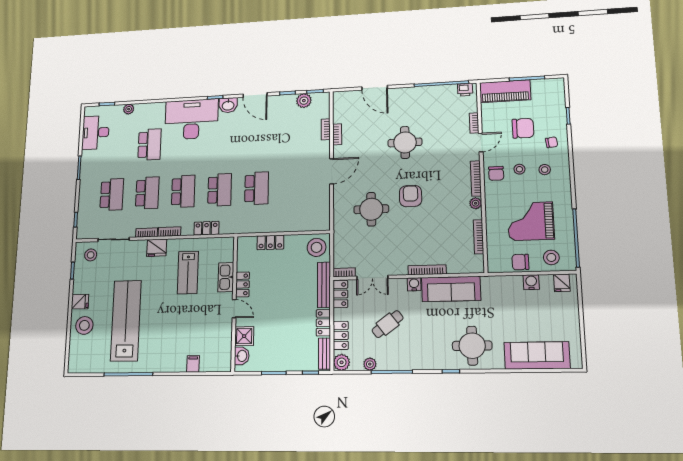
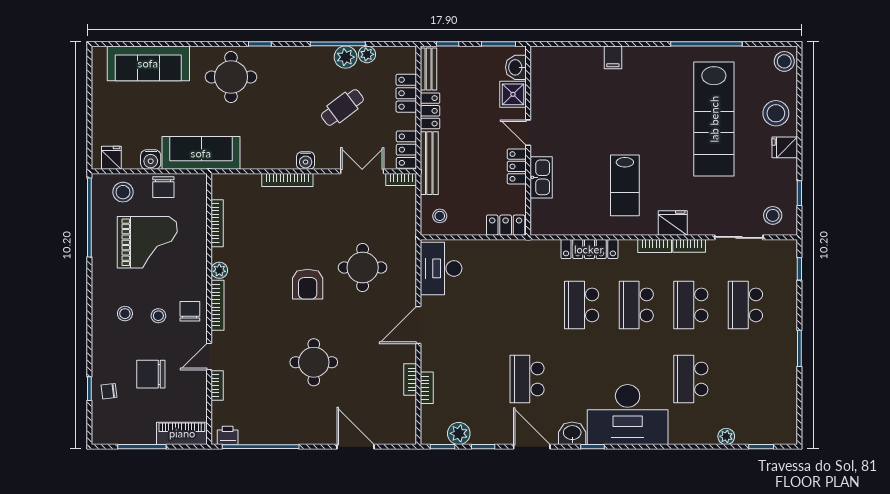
piano: (505, 91) -> (182, 433), width x0.73, depth x0.75
desk: (96, 133) -> (441, 268), moved, turned 180
chair: (552, 142) -> (109, 391), moved
school desk: (257, 188) -> (527, 379), moved
locker: (206, 228) -> (589, 249), width x1.53
stool: (317, 247) -> (440, 216), width x0.53, depth x0.53
chair: (520, 262) -> (163, 187), turned 90
lab bench: (188, 273) -> (625, 185), turned 180
kitchen sink: (226, 277) -> (541, 177), moved
locker: (243, 284) -> (517, 166), moved
sofa: (451, 289) -> (201, 153), moved
wall: (234, 303) -> (528, 141), moved
door: (234, 309) -> (528, 133), moved
shower: (244, 336) -> (513, 94), moved
washbasin: (242, 356) -> (516, 67), moved
stool: (77, 362) -> (784, 61), added
plant: (342, 362) -> (346, 57), moved

